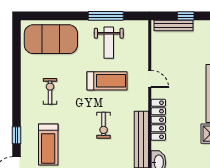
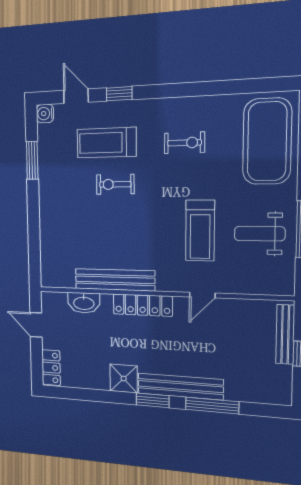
exercise bike: (104, 125) -> (115, 184), moved

